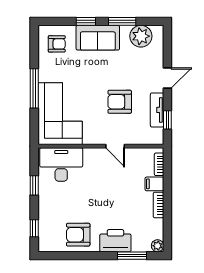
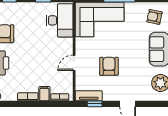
armchair: (57, 44) -> (154, 17), turned 102
tv unit: (157, 110) -> (89, 96), moved

